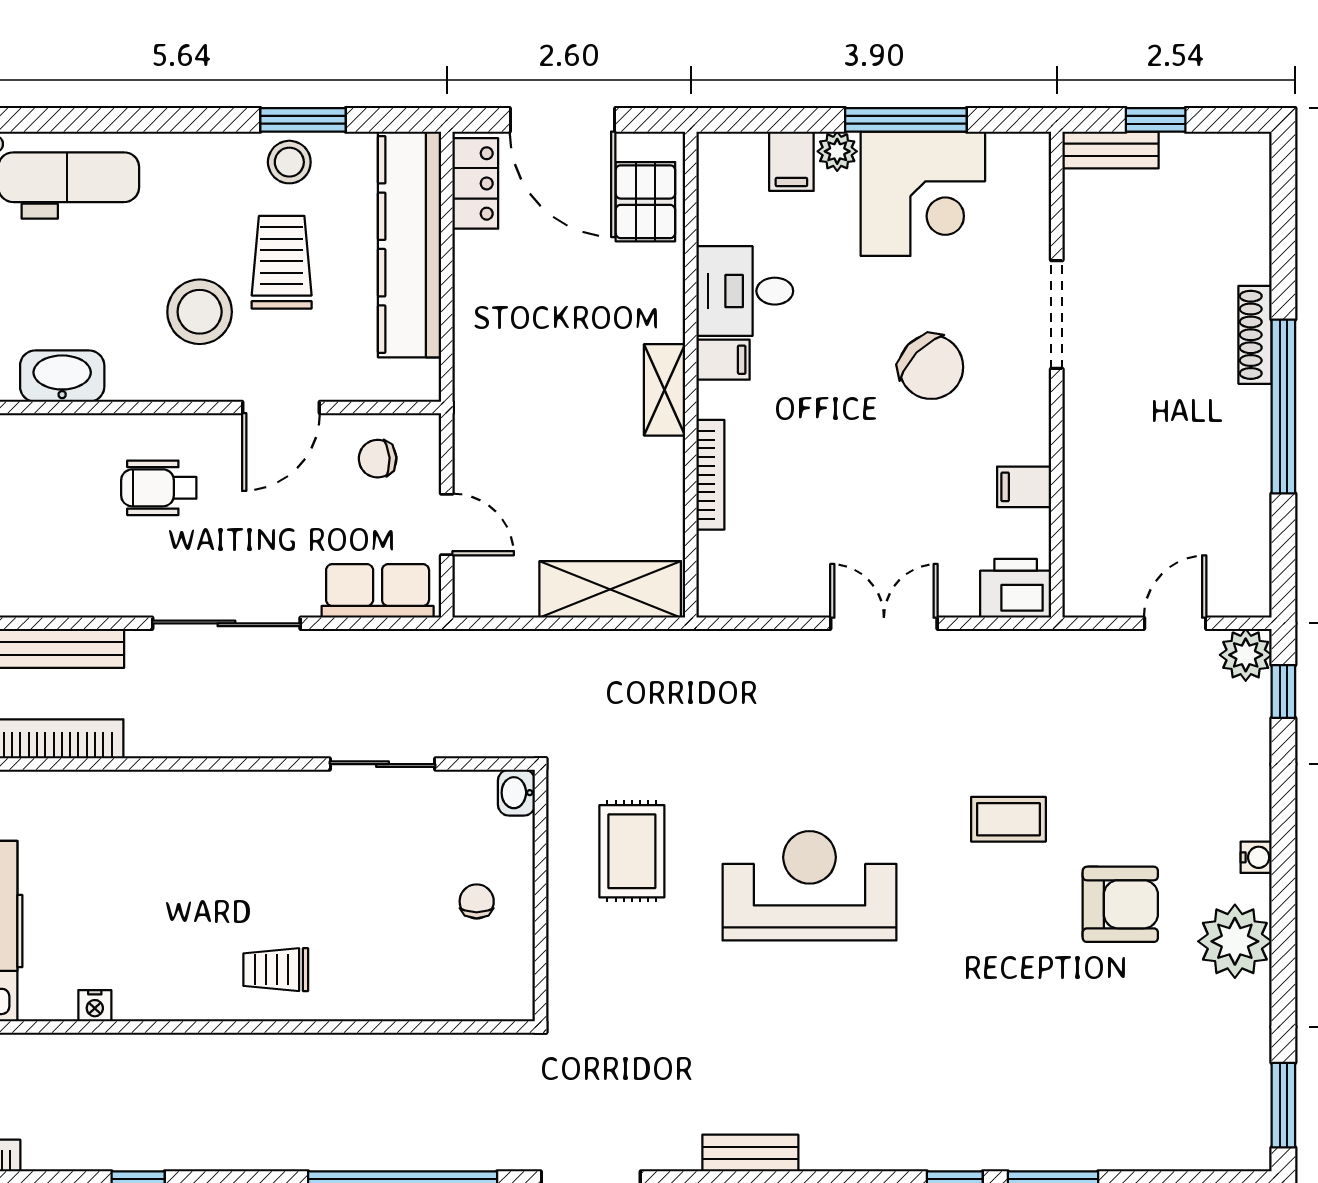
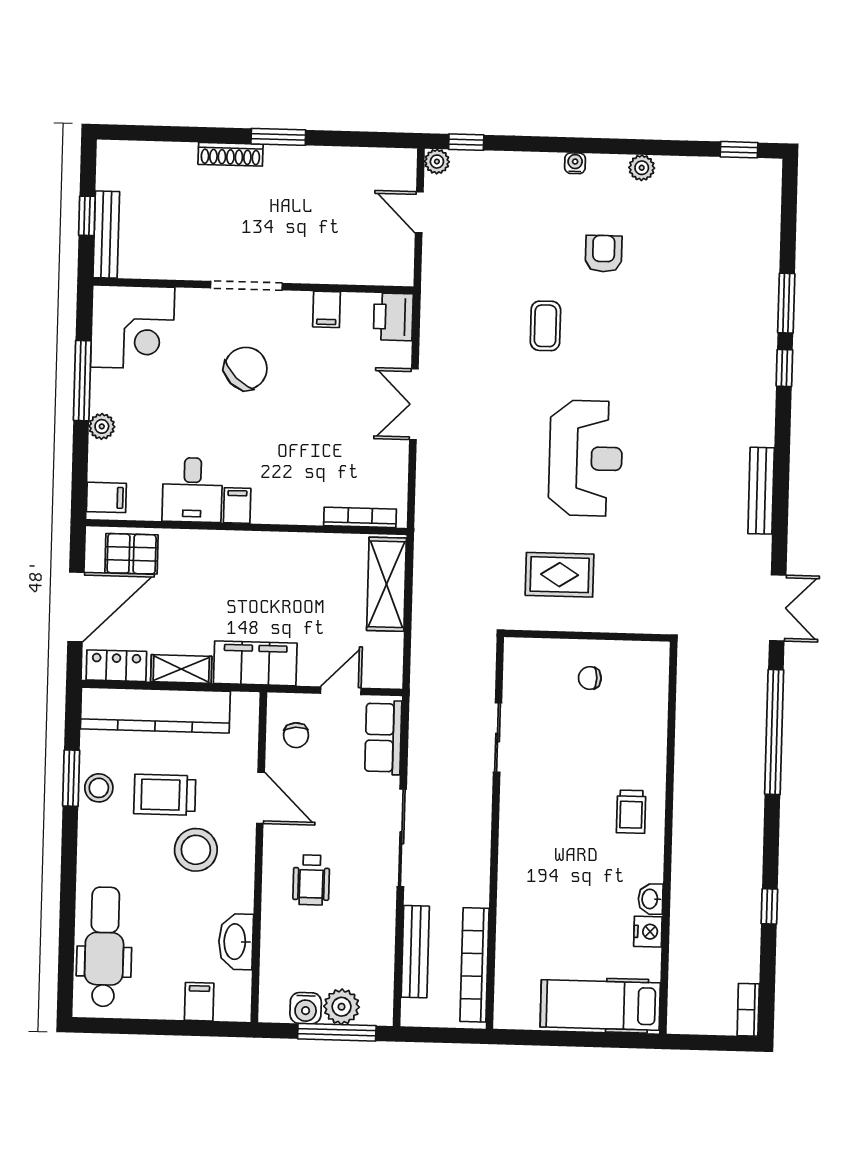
bench: (1111, 150) -> (106, 235), width x1.36
filing cabinet: (791, 161) -> (106, 497), moved
corner desk: (923, 194) -> (133, 327), moved, turned 90
doorway: (1057, 314) -> (246, 286), moved
shelving: (665, 390) -> (181, 669), moved
filing cabinet: (485, 394) -> (255, 663), added
window: (1283, 407) -> (278, 137), width x0.47
bookcase: (710, 475) -> (360, 517), moved
plant: (1246, 655) -> (437, 162), width x0.73, depth x0.73
washbasin: (516, 793) -> (650, 899), moved, turned 90
reception desk: (810, 886) -> (586, 458), turned 180
armchair: (1120, 904) -> (604, 254), width x0.72, depth x0.72
plant: (1235, 941) -> (642, 168), width x0.53, depth x0.53
nightstand: (95, 1006) -> (648, 932), width x1.39, depth x1.35
window: (1283, 1105) -> (739, 150), width x0.67
bench: (750, 1153) -> (761, 491), width x1.36

